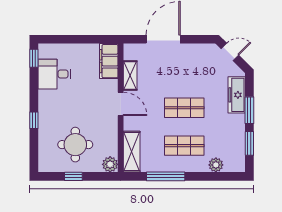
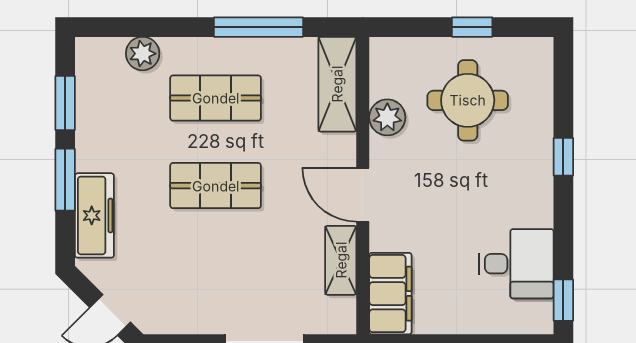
plant: (110, 164) -> (387, 117), moved

